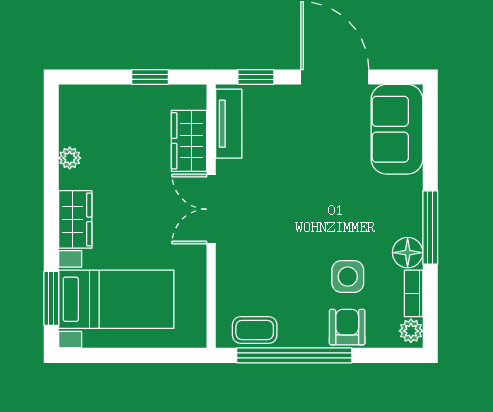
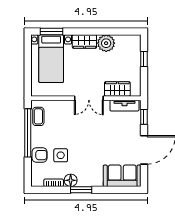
window: (150, 77) -> (144, 59), moved
plant: (70, 158) -> (106, 43), width x1.88, depth x1.88
double door: (211, 209) -> (89, 98), swing flipped
window: (430, 227) -> (81, 190), width x0.69
plant: (411, 331) -> (38, 182), removed

